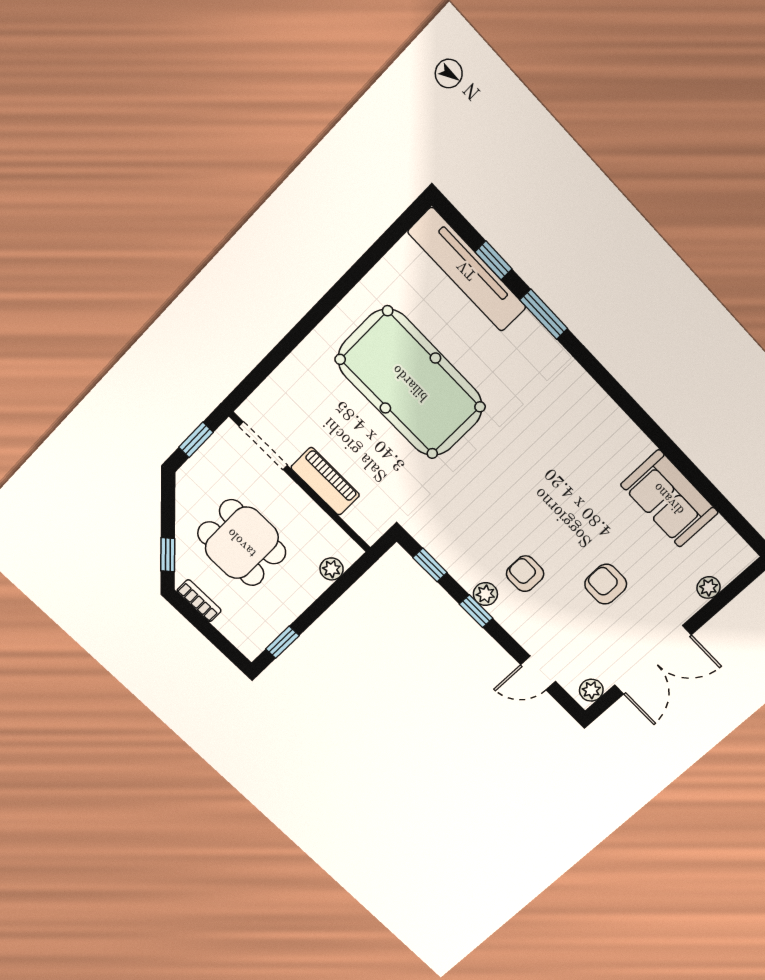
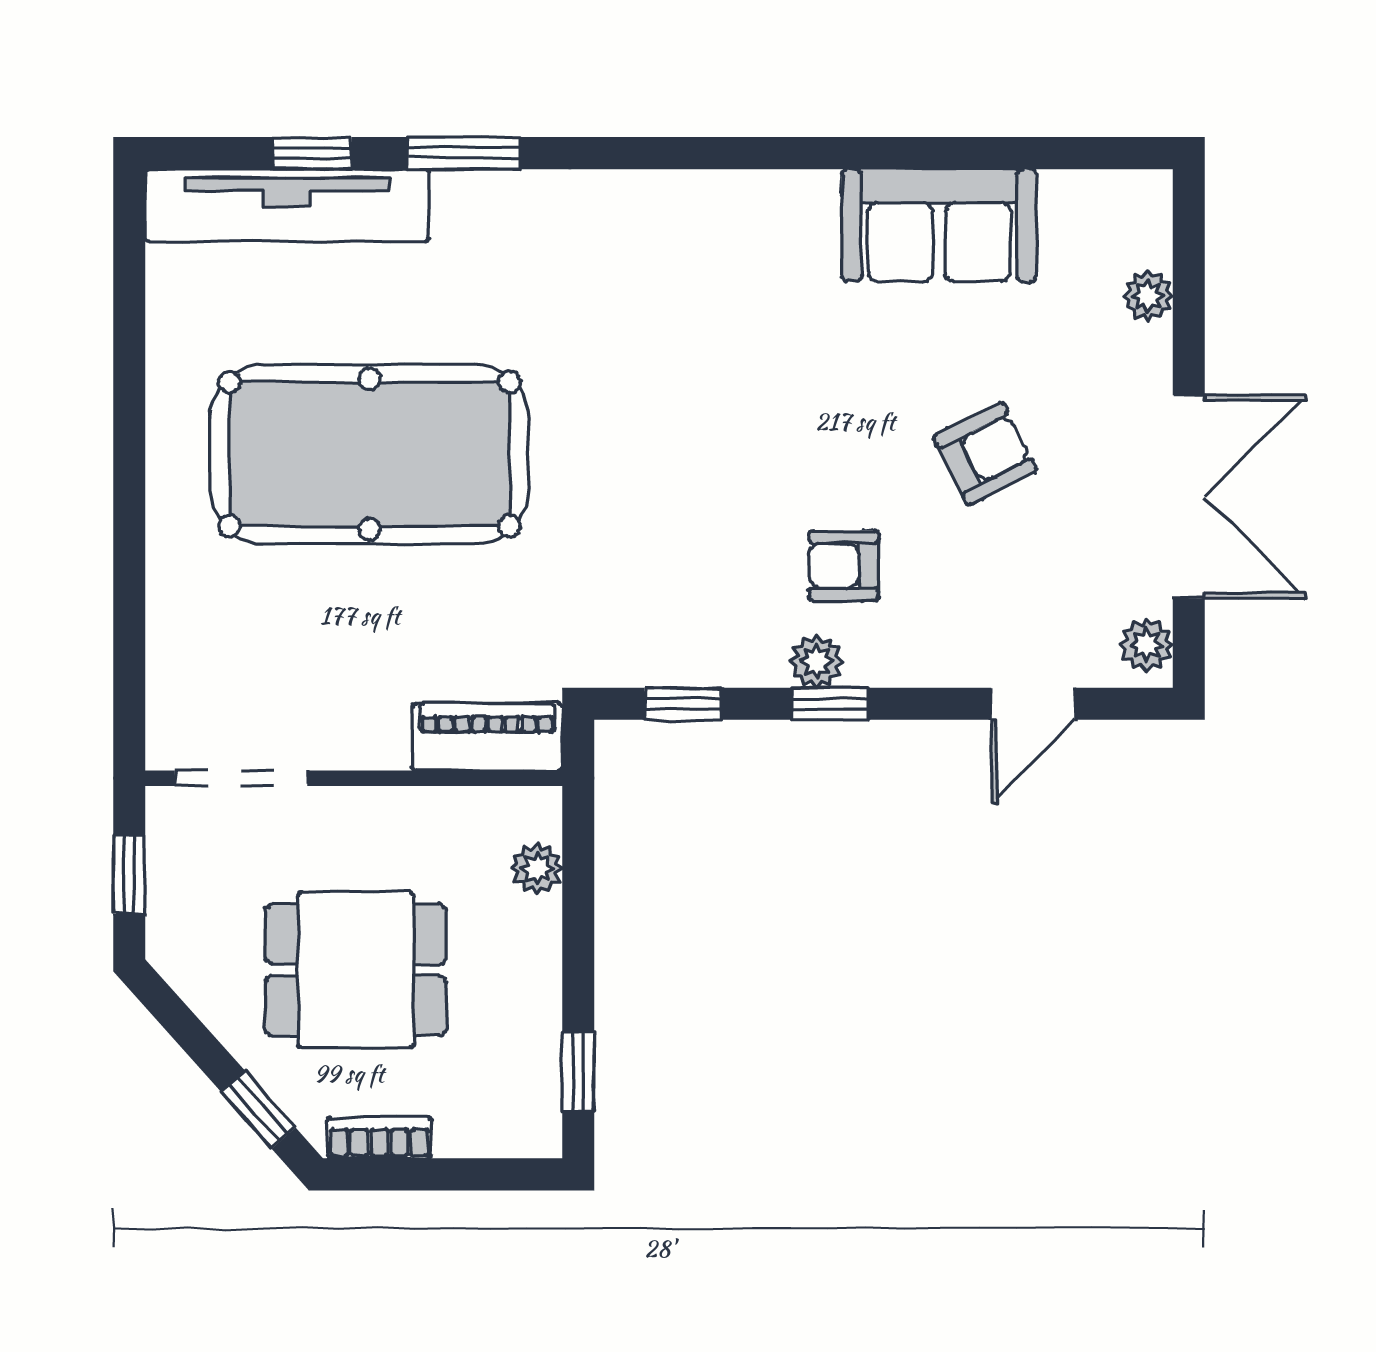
piano: (325, 481) -> (487, 737), moved
armchair: (606, 584) -> (985, 454), turned 153

